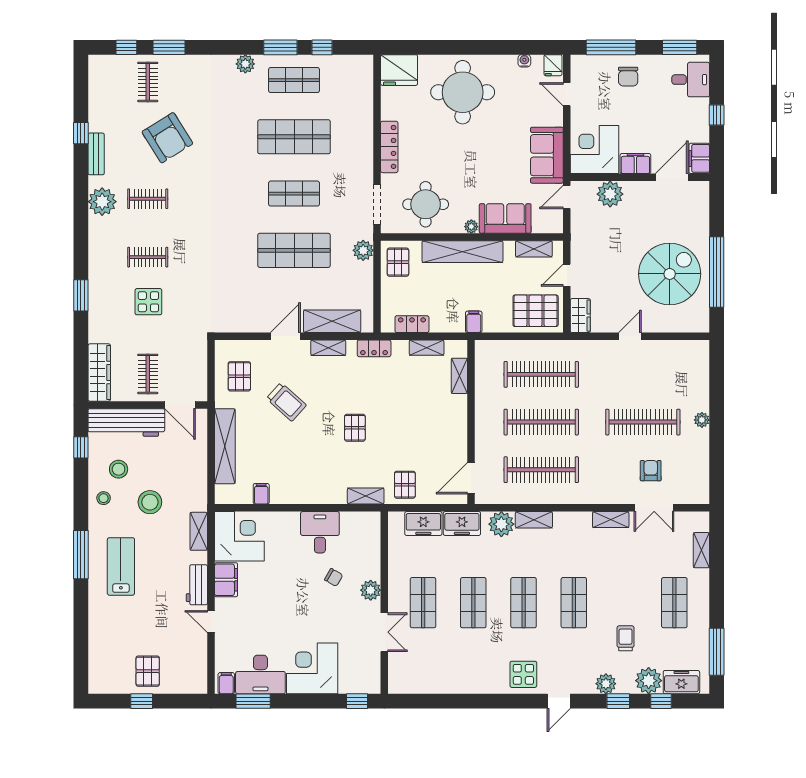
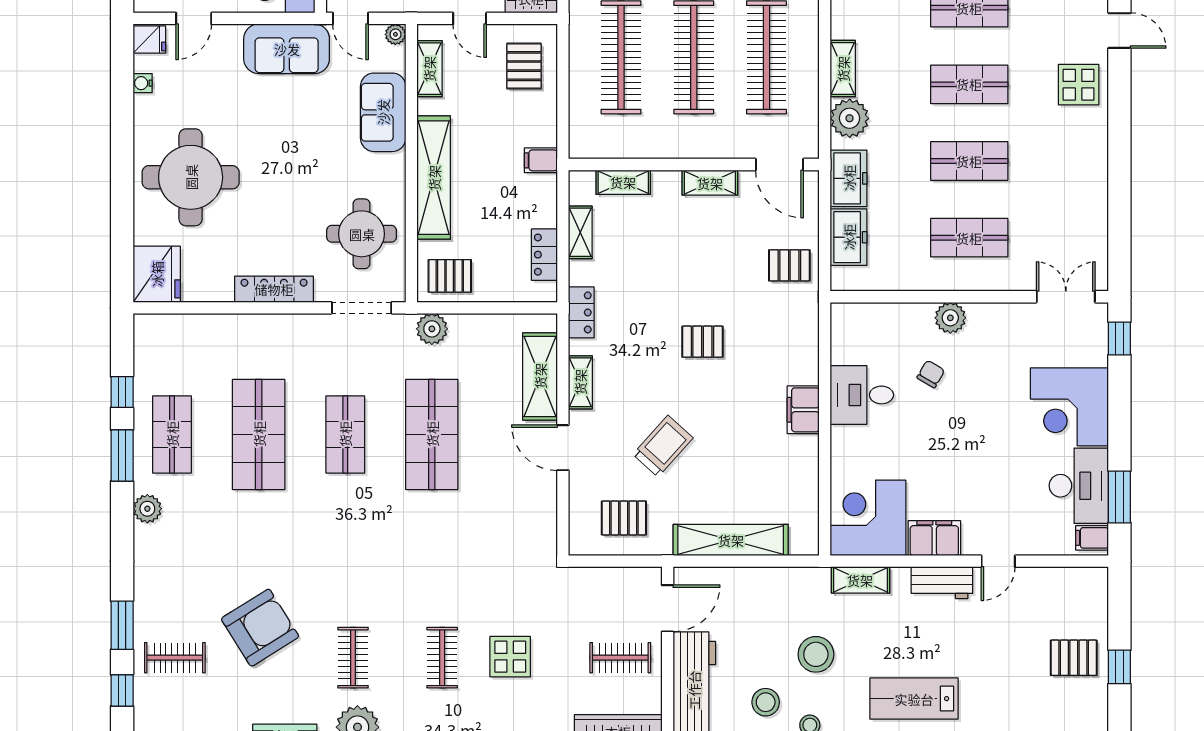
plant: (471, 227) -> (395, 34), moved
pallet: (536, 311) -> (524, 66), width x0.67, depth x0.71
filing cabinet: (261, 494) -> (803, 410), moved, width x2.00
shelving: (366, 496) -> (710, 183), moved, turned 90
double door: (384, 632) -> (1066, 297), moved

